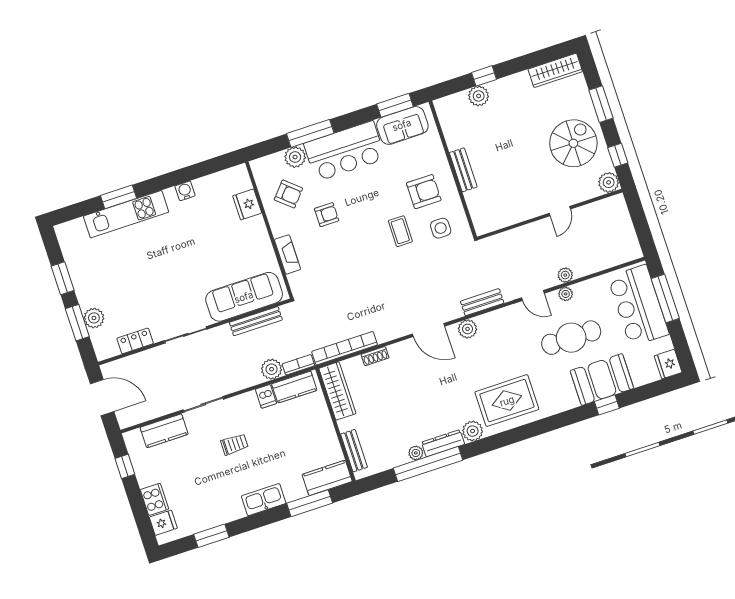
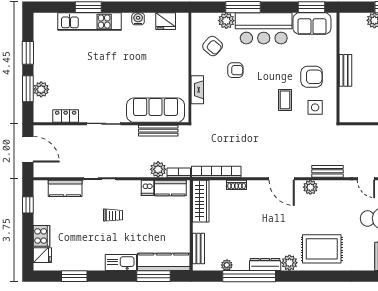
fridge: (247, 204) -> (166, 21), moved, turned -90
plant: (416, 453) -> (227, 265), moved
kitchen counter: (327, 478) -> (164, 262), width x1.50

